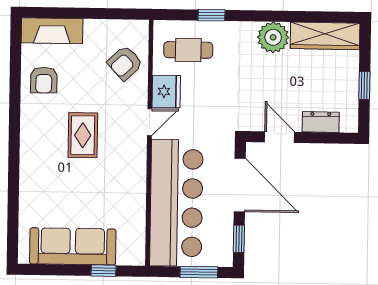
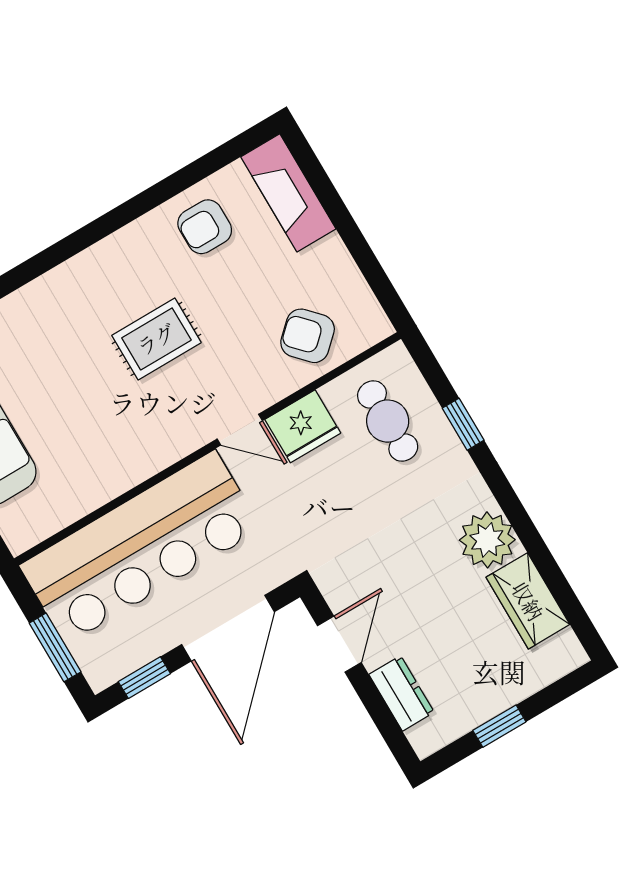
wardrobe: (325, 36) -> (528, 601), width x0.67

